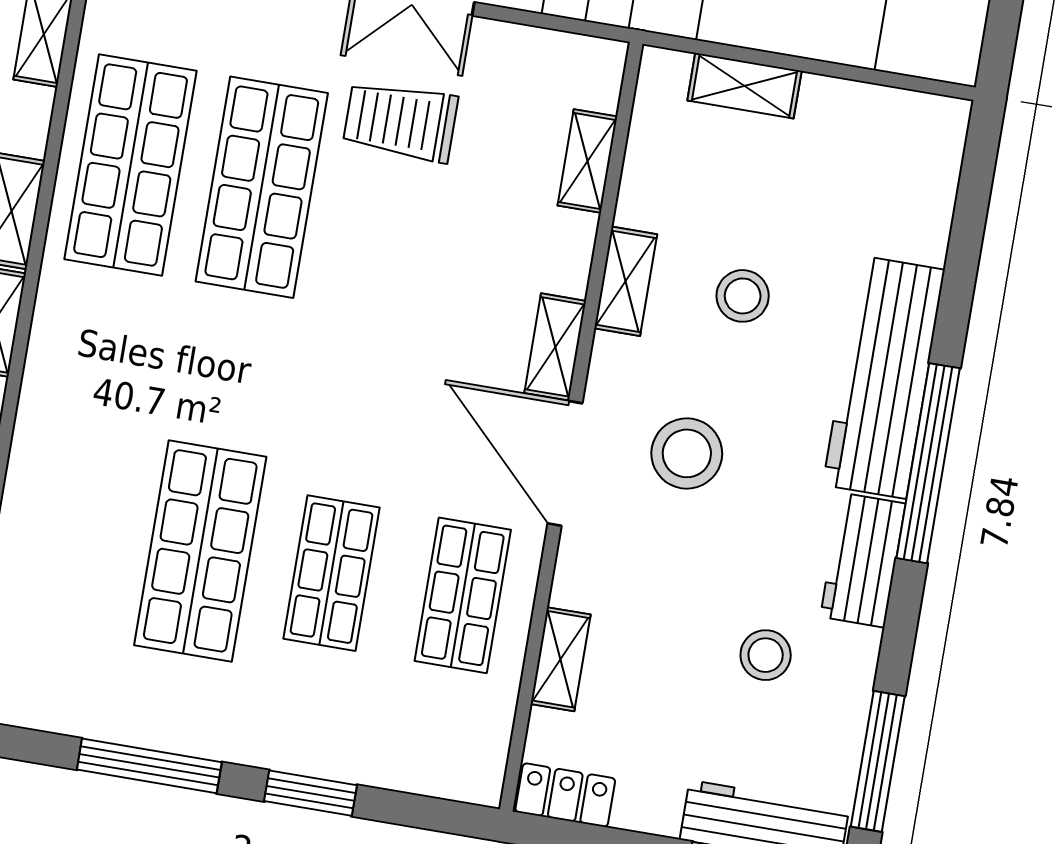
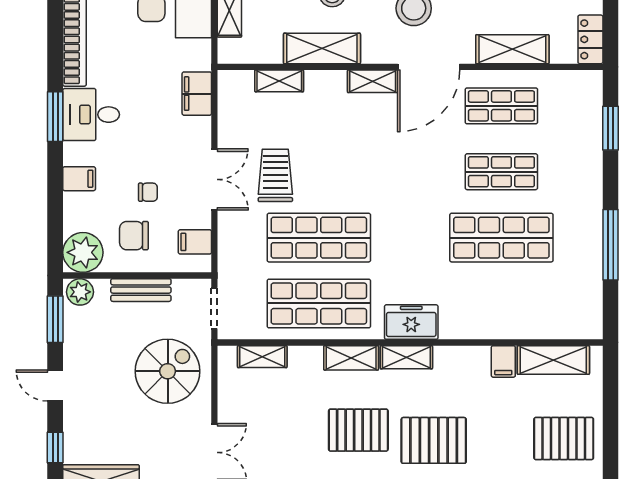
trolley: (400, 121) -> (275, 175), turned 180
shelving: (626, 281) -> (322, 48), width x1.50, depth x1.33
freezer: (62, 343) -> (411, 322), added
shelving: (561, 659) -> (512, 49), width x1.50, depth x1.33
window: (310, 793) -> (611, 128), moved

